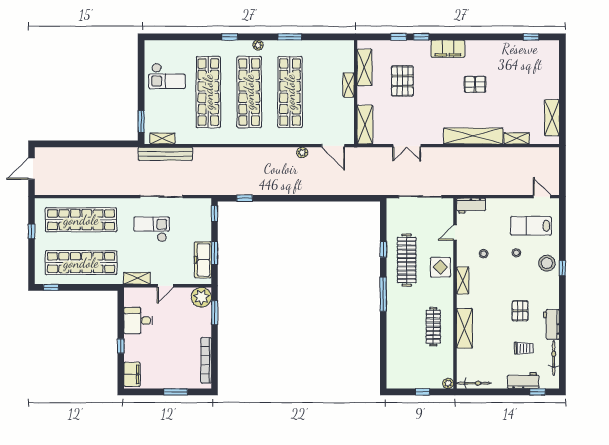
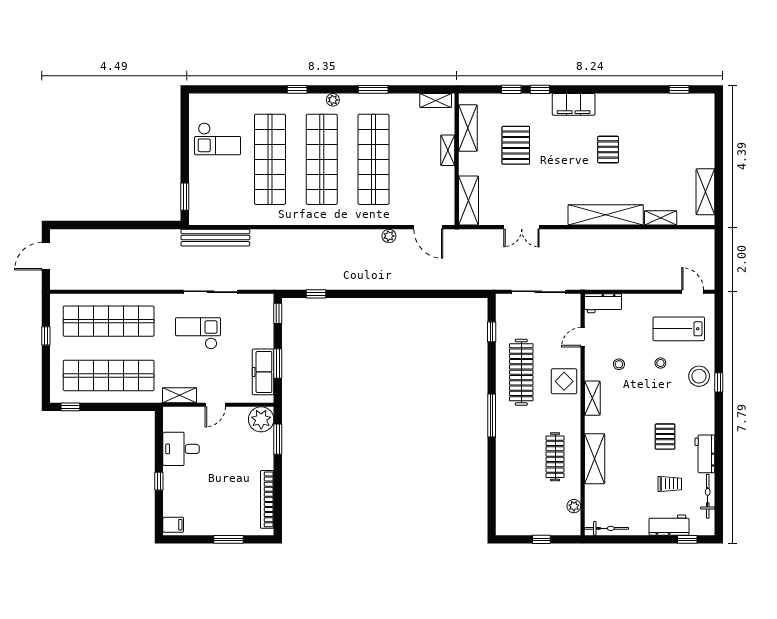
pallet: (475, 84) -> (608, 150), turned 90
shelving: (162, 138) -> (436, 100), moved
window: (383, 249) -> (492, 332), moved
filing cabinet: (132, 374) -> (173, 525), width x0.50
plant: (448, 383) -> (574, 506), moved

